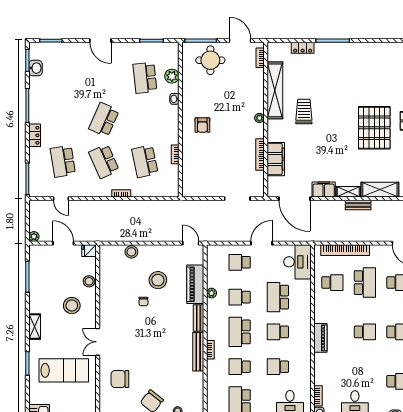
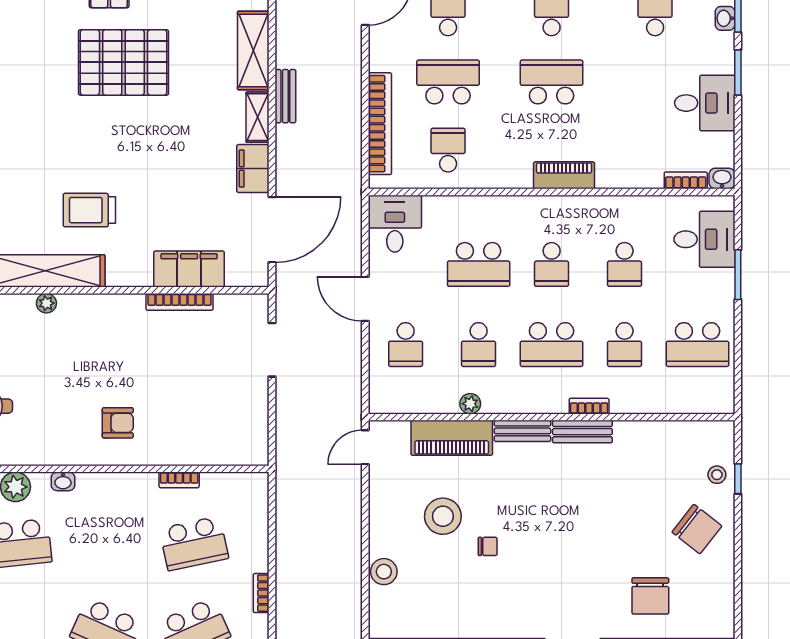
plant: (259, 118) -> (46, 303), moved
desk: (297, 262) -> (395, 224), width x0.73
school desk: (365, 332) -> (552, 82), width x1.85
bench: (198, 352) -> (582, 432), width x0.73

